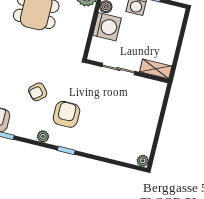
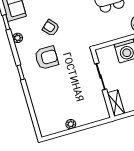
plant: (43, 136) -> (18, 38), moved
plant: (143, 161) -> (71, 124), moved

